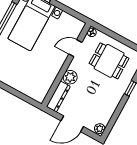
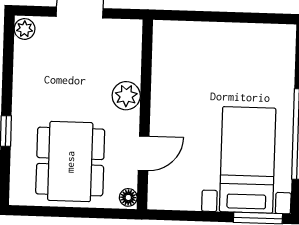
dining table: (109, 61) -> (70, 162), width x1.38
dresser: (58, 96) -> (130, 49), removed

